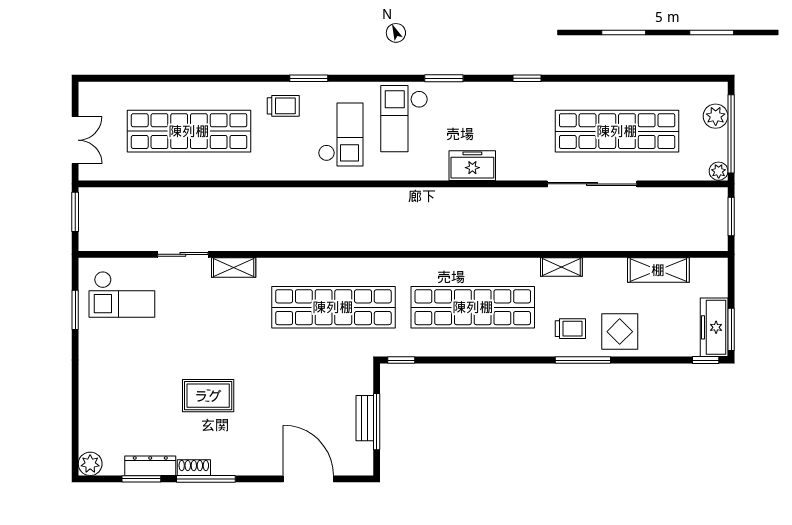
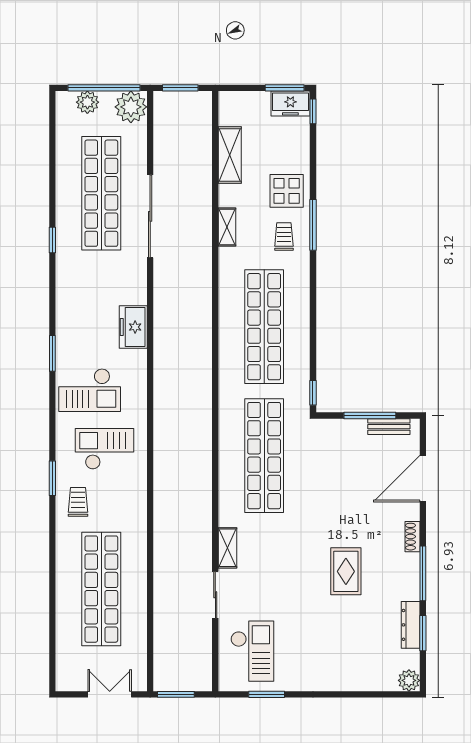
window: (527, 78) -> (52, 240), moved
plant: (719, 171) -> (131, 107), width x1.88, depth x1.88
shelving: (561, 267) -> (227, 227), moved
freezer: (714, 327) -> (290, 104), width x0.71
bench: (365, 418) -> (389, 427), moved
shoe rack: (194, 468) -> (412, 537), moved

